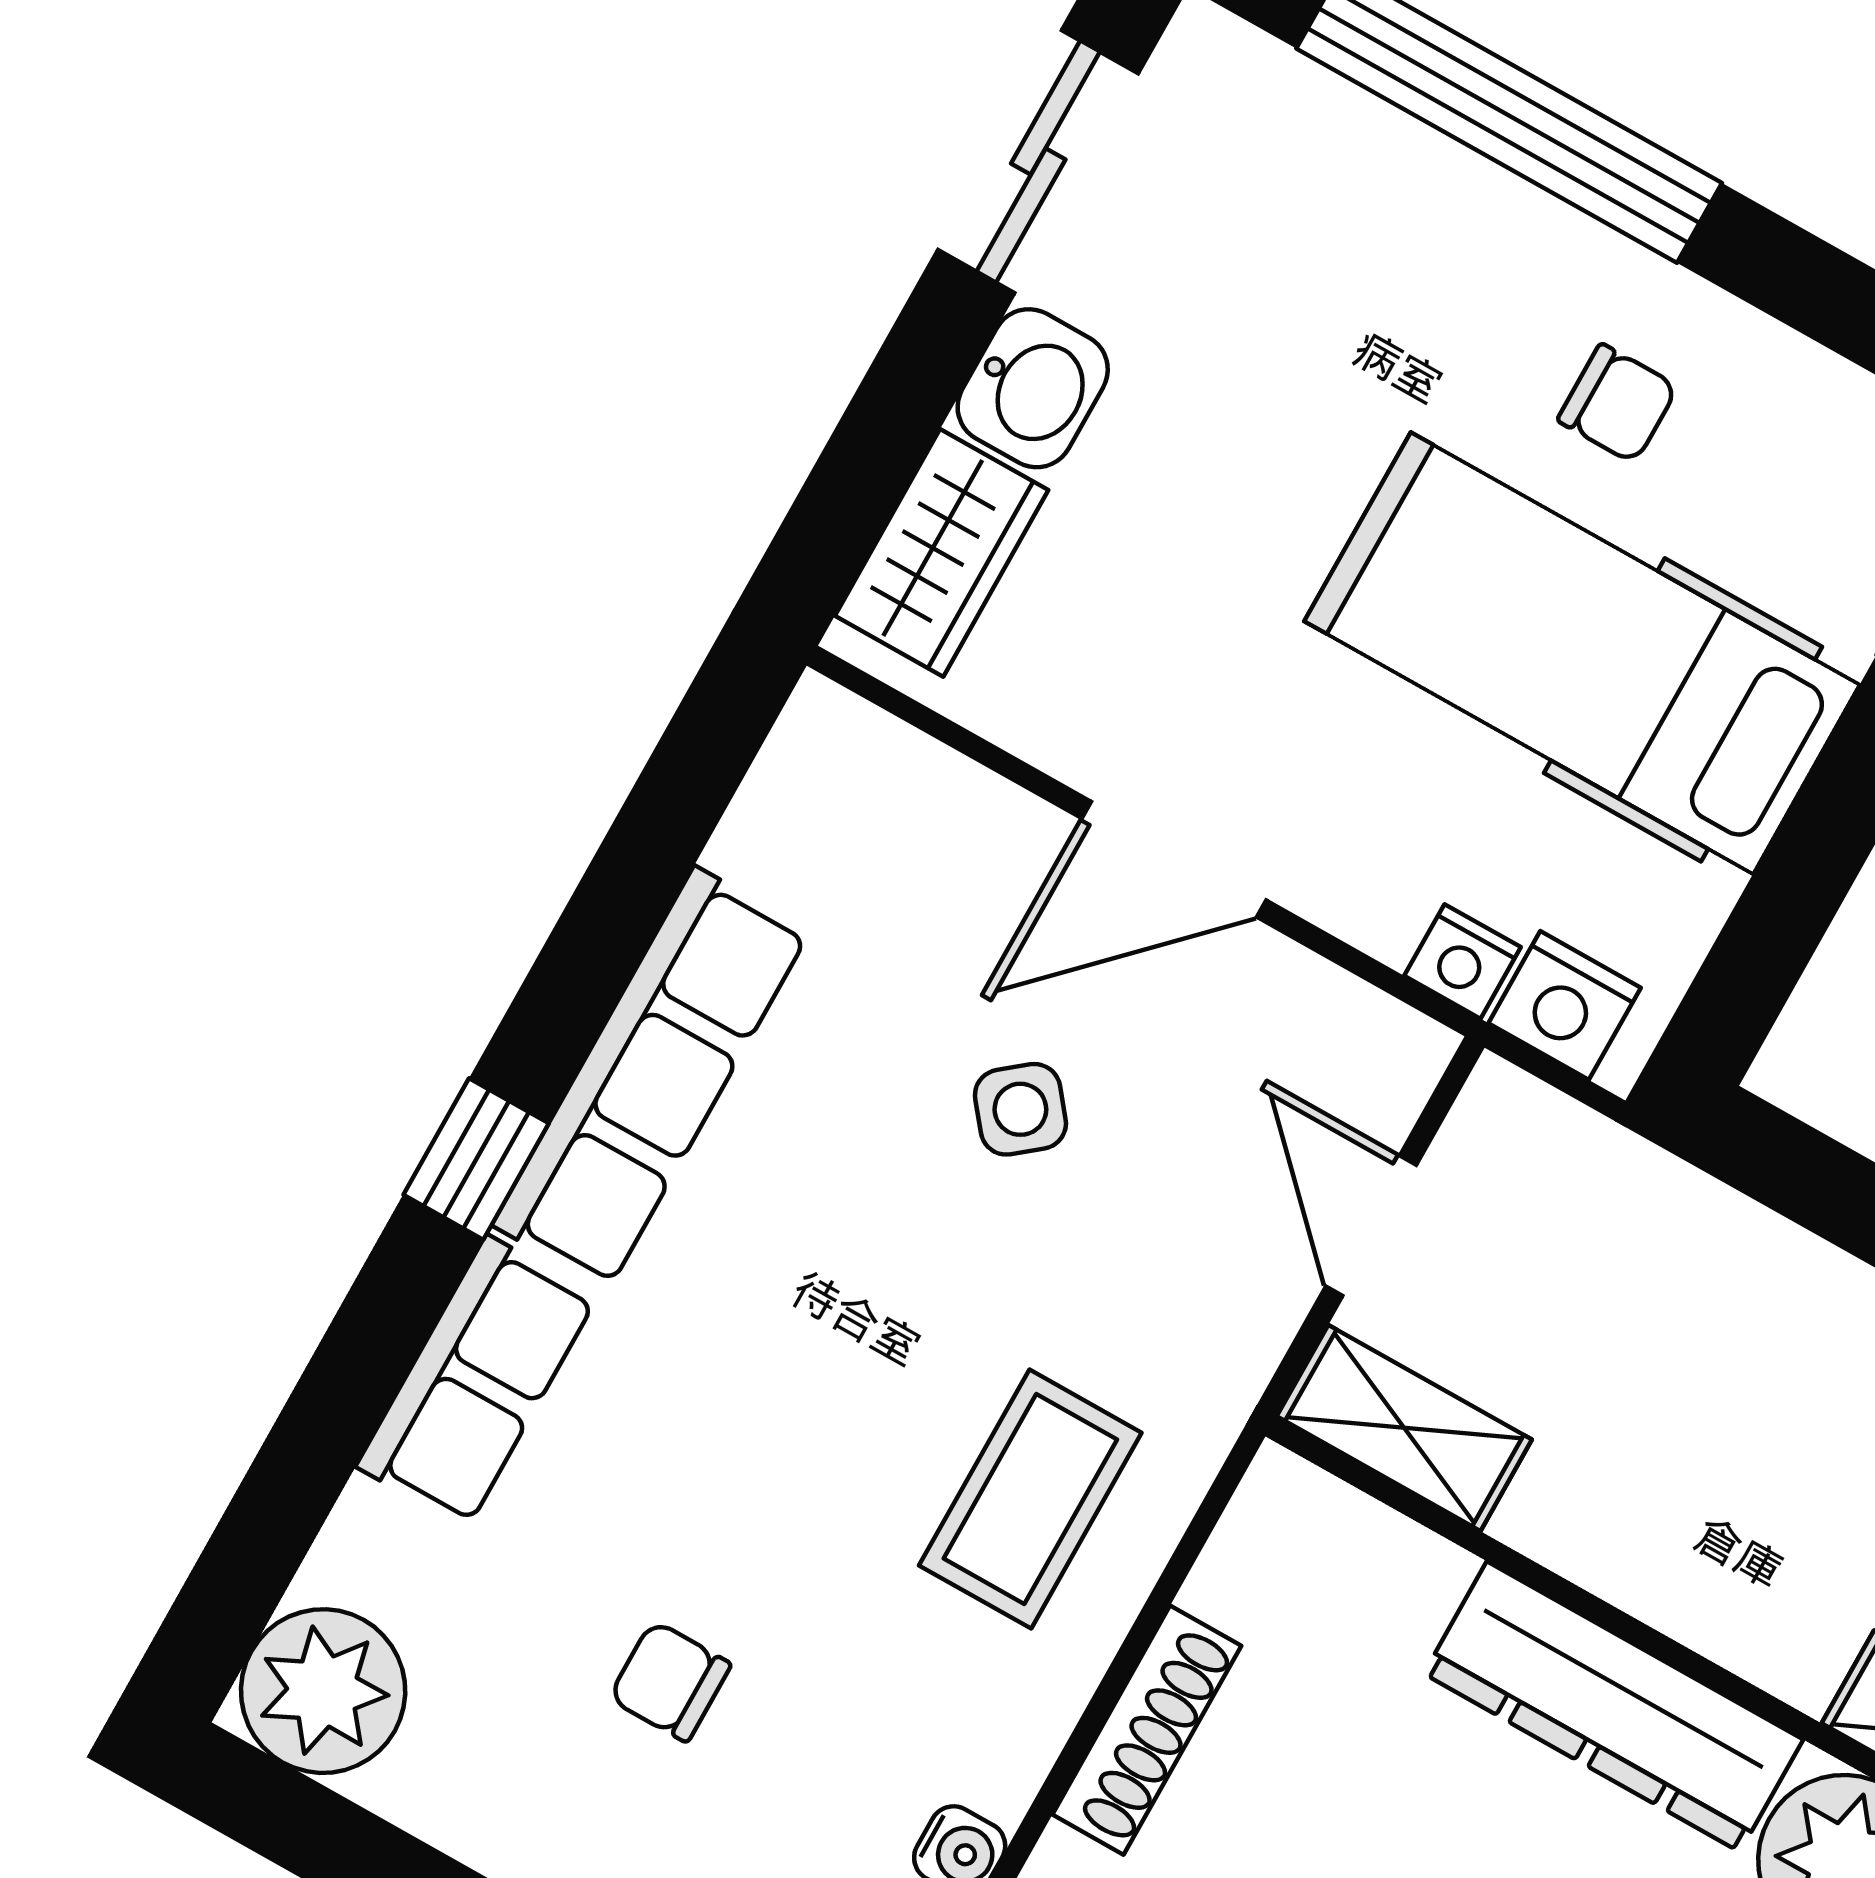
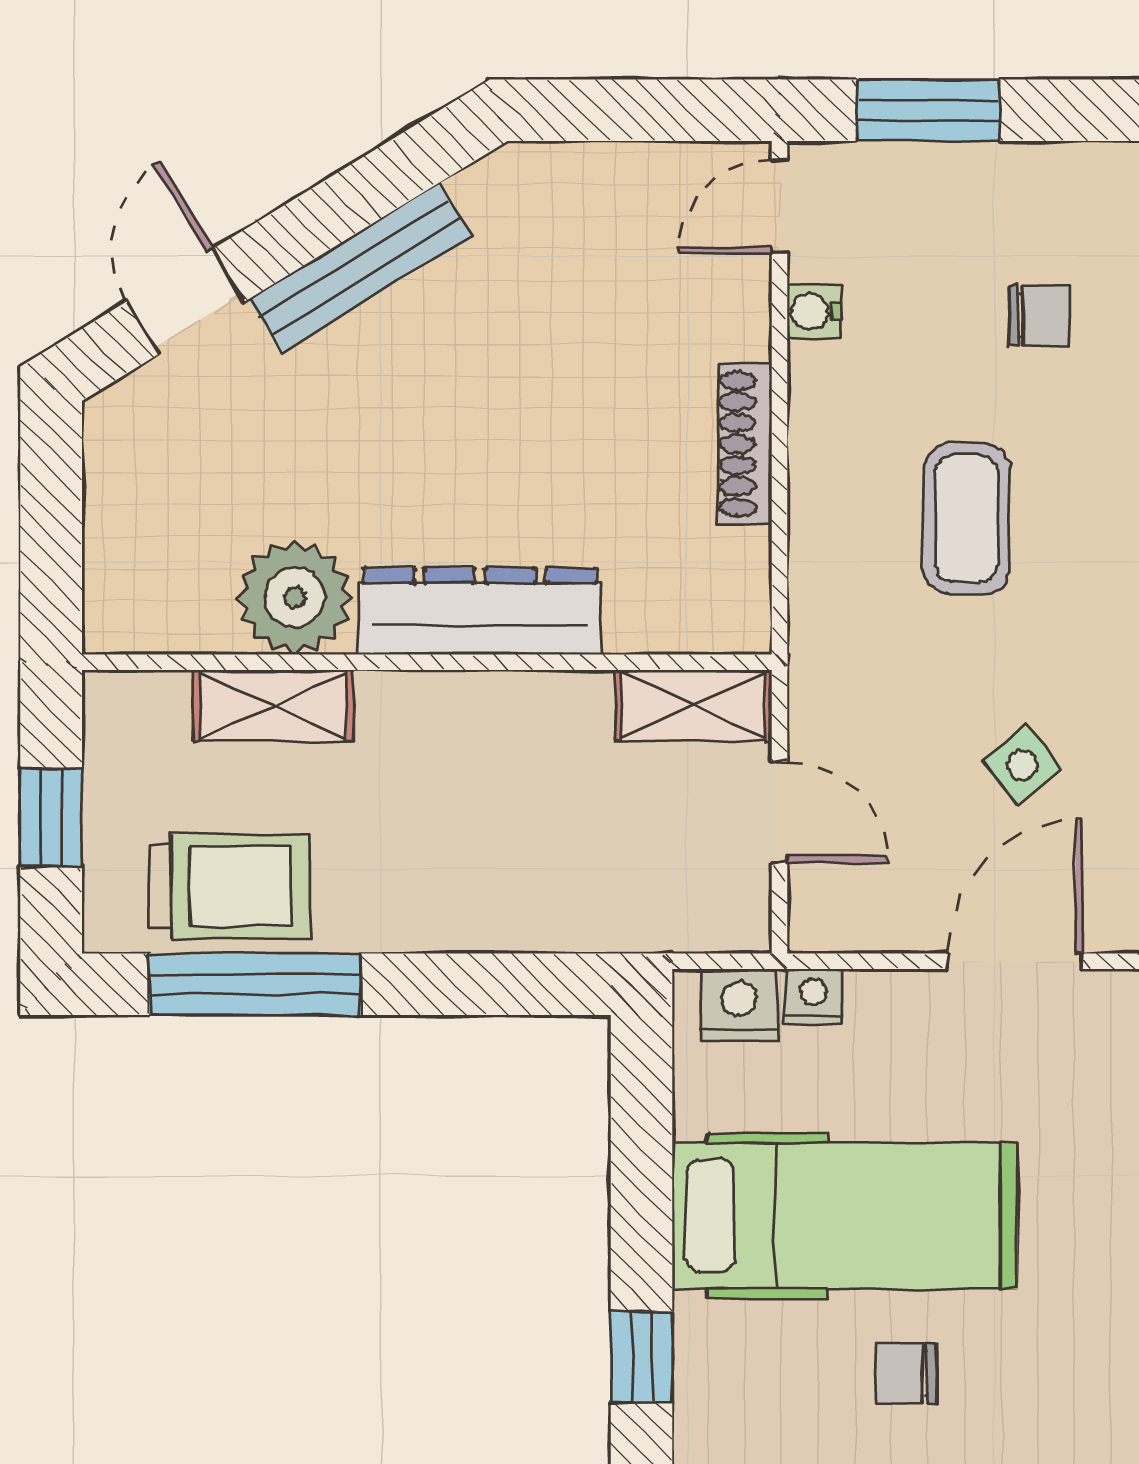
coffee table: (1030, 1499) -> (967, 519), moved

